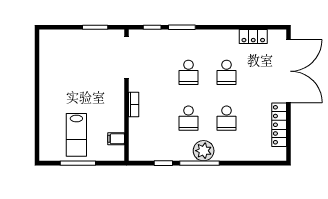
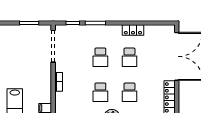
locker: (253, 37) -> (133, 30), moved

